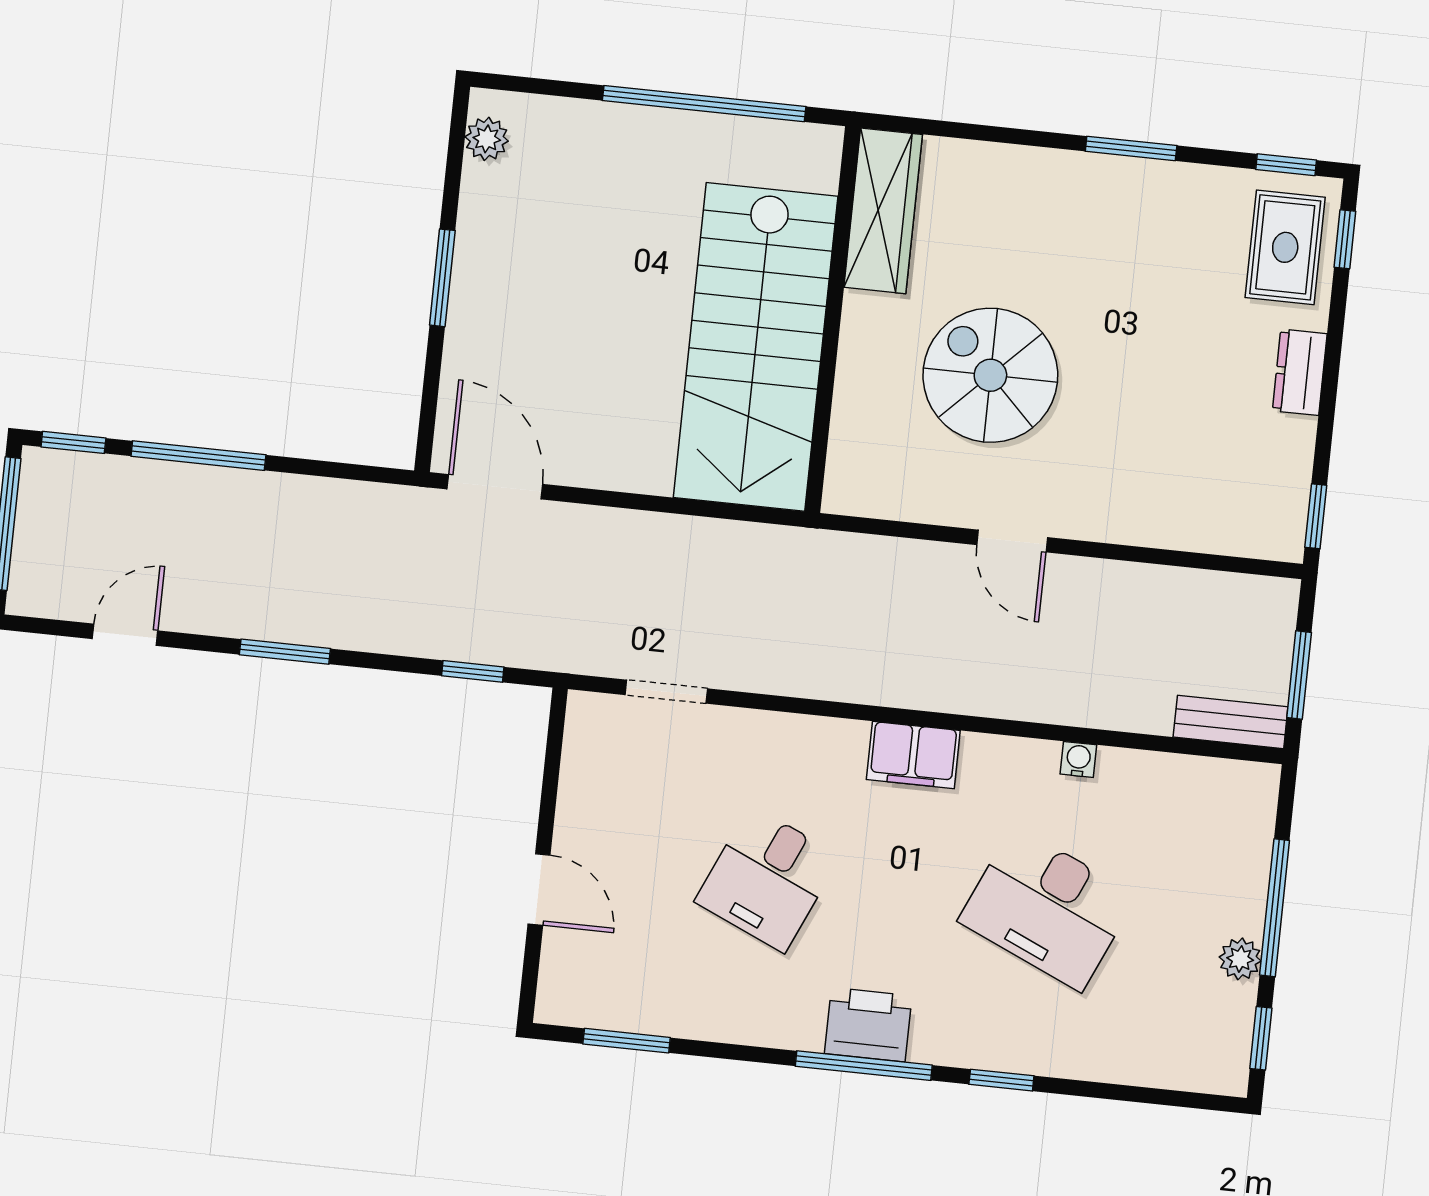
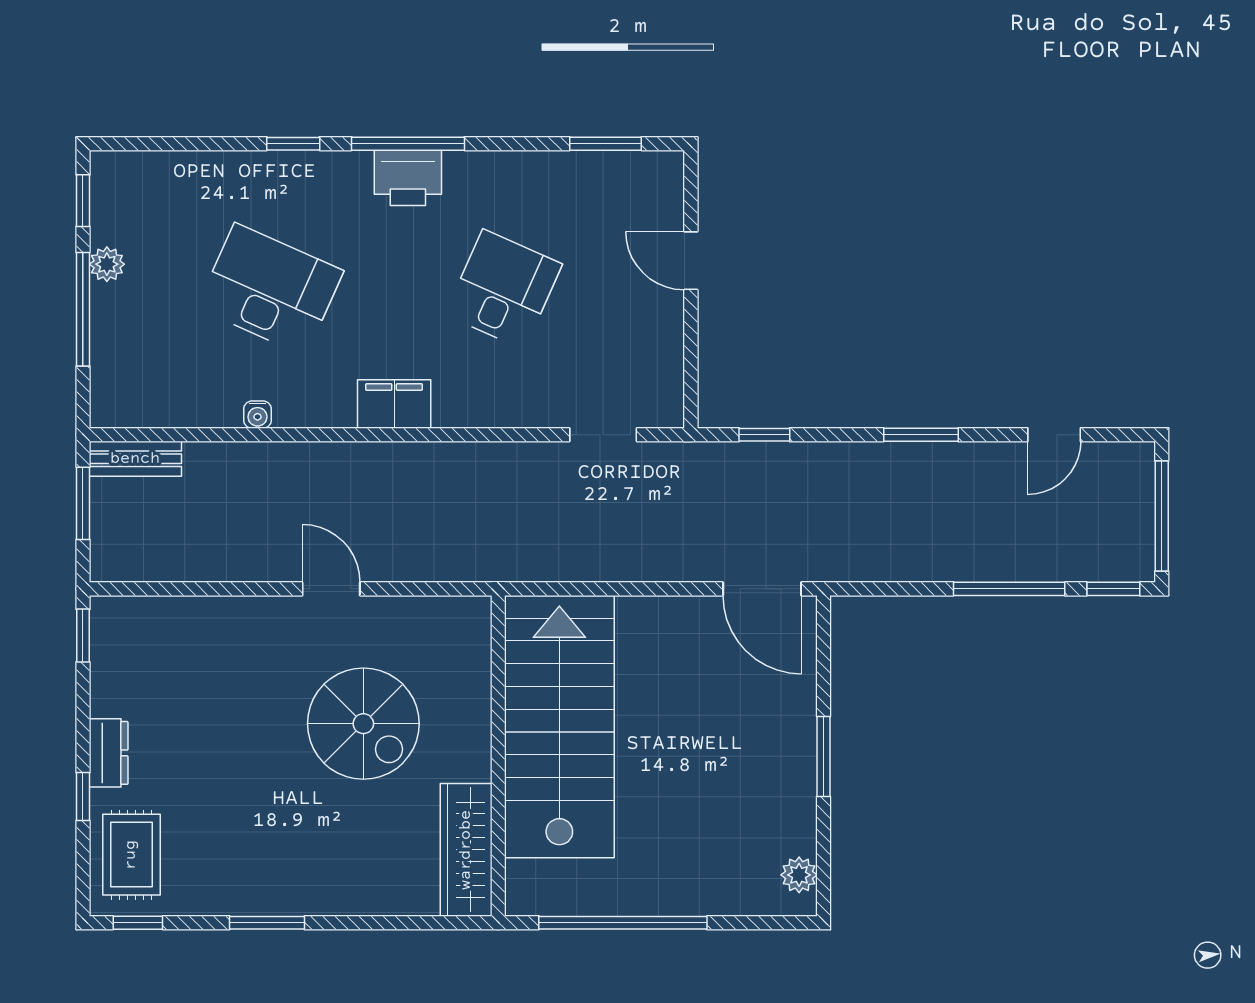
window: (1345, 239) -> (83, 797), moved

